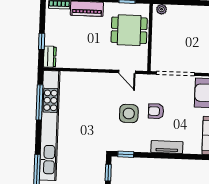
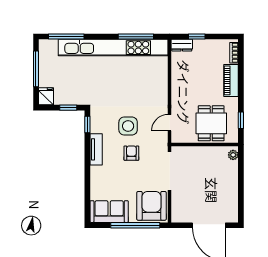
tv unit: (167, 147) -> (96, 149), moved

